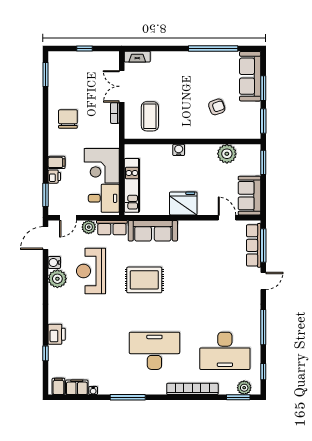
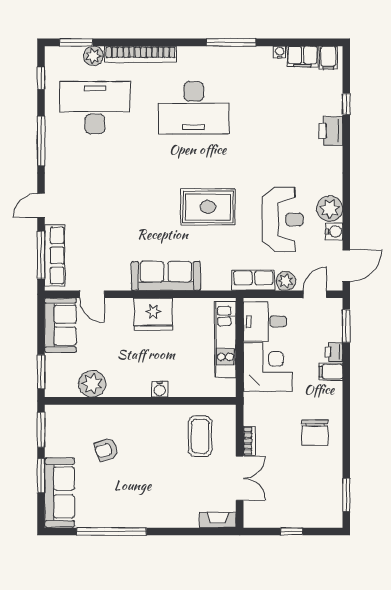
sofa: (153, 231) -> (166, 276), moved
plant: (244, 388) -> (93, 56), moved

